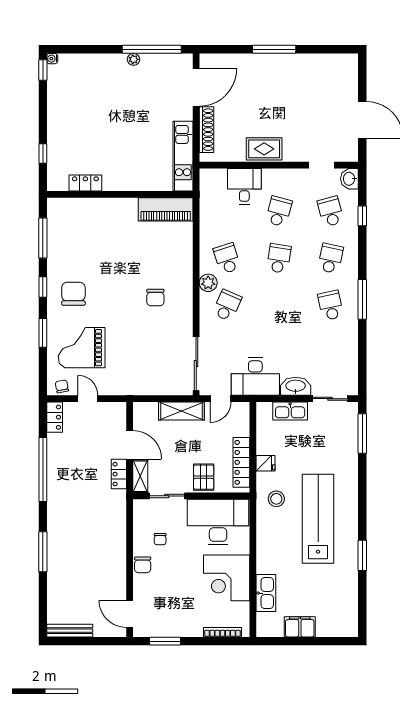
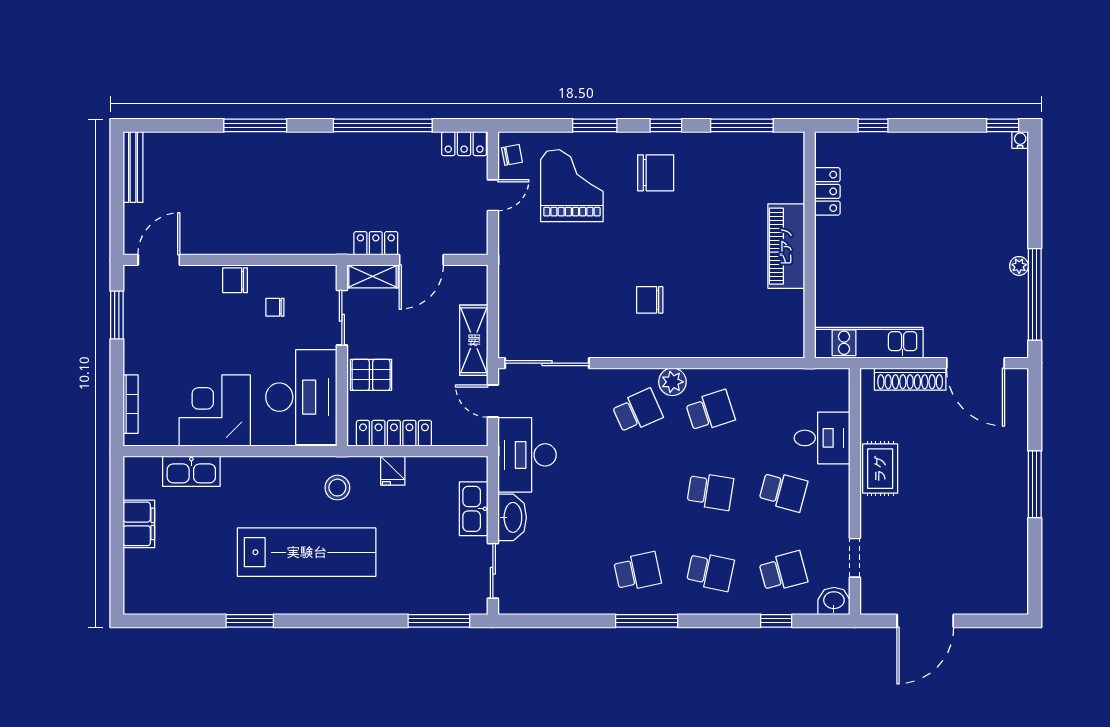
piano: (166, 209) -> (786, 246), moved
school desk: (227, 305) -> (637, 411), turned -48

